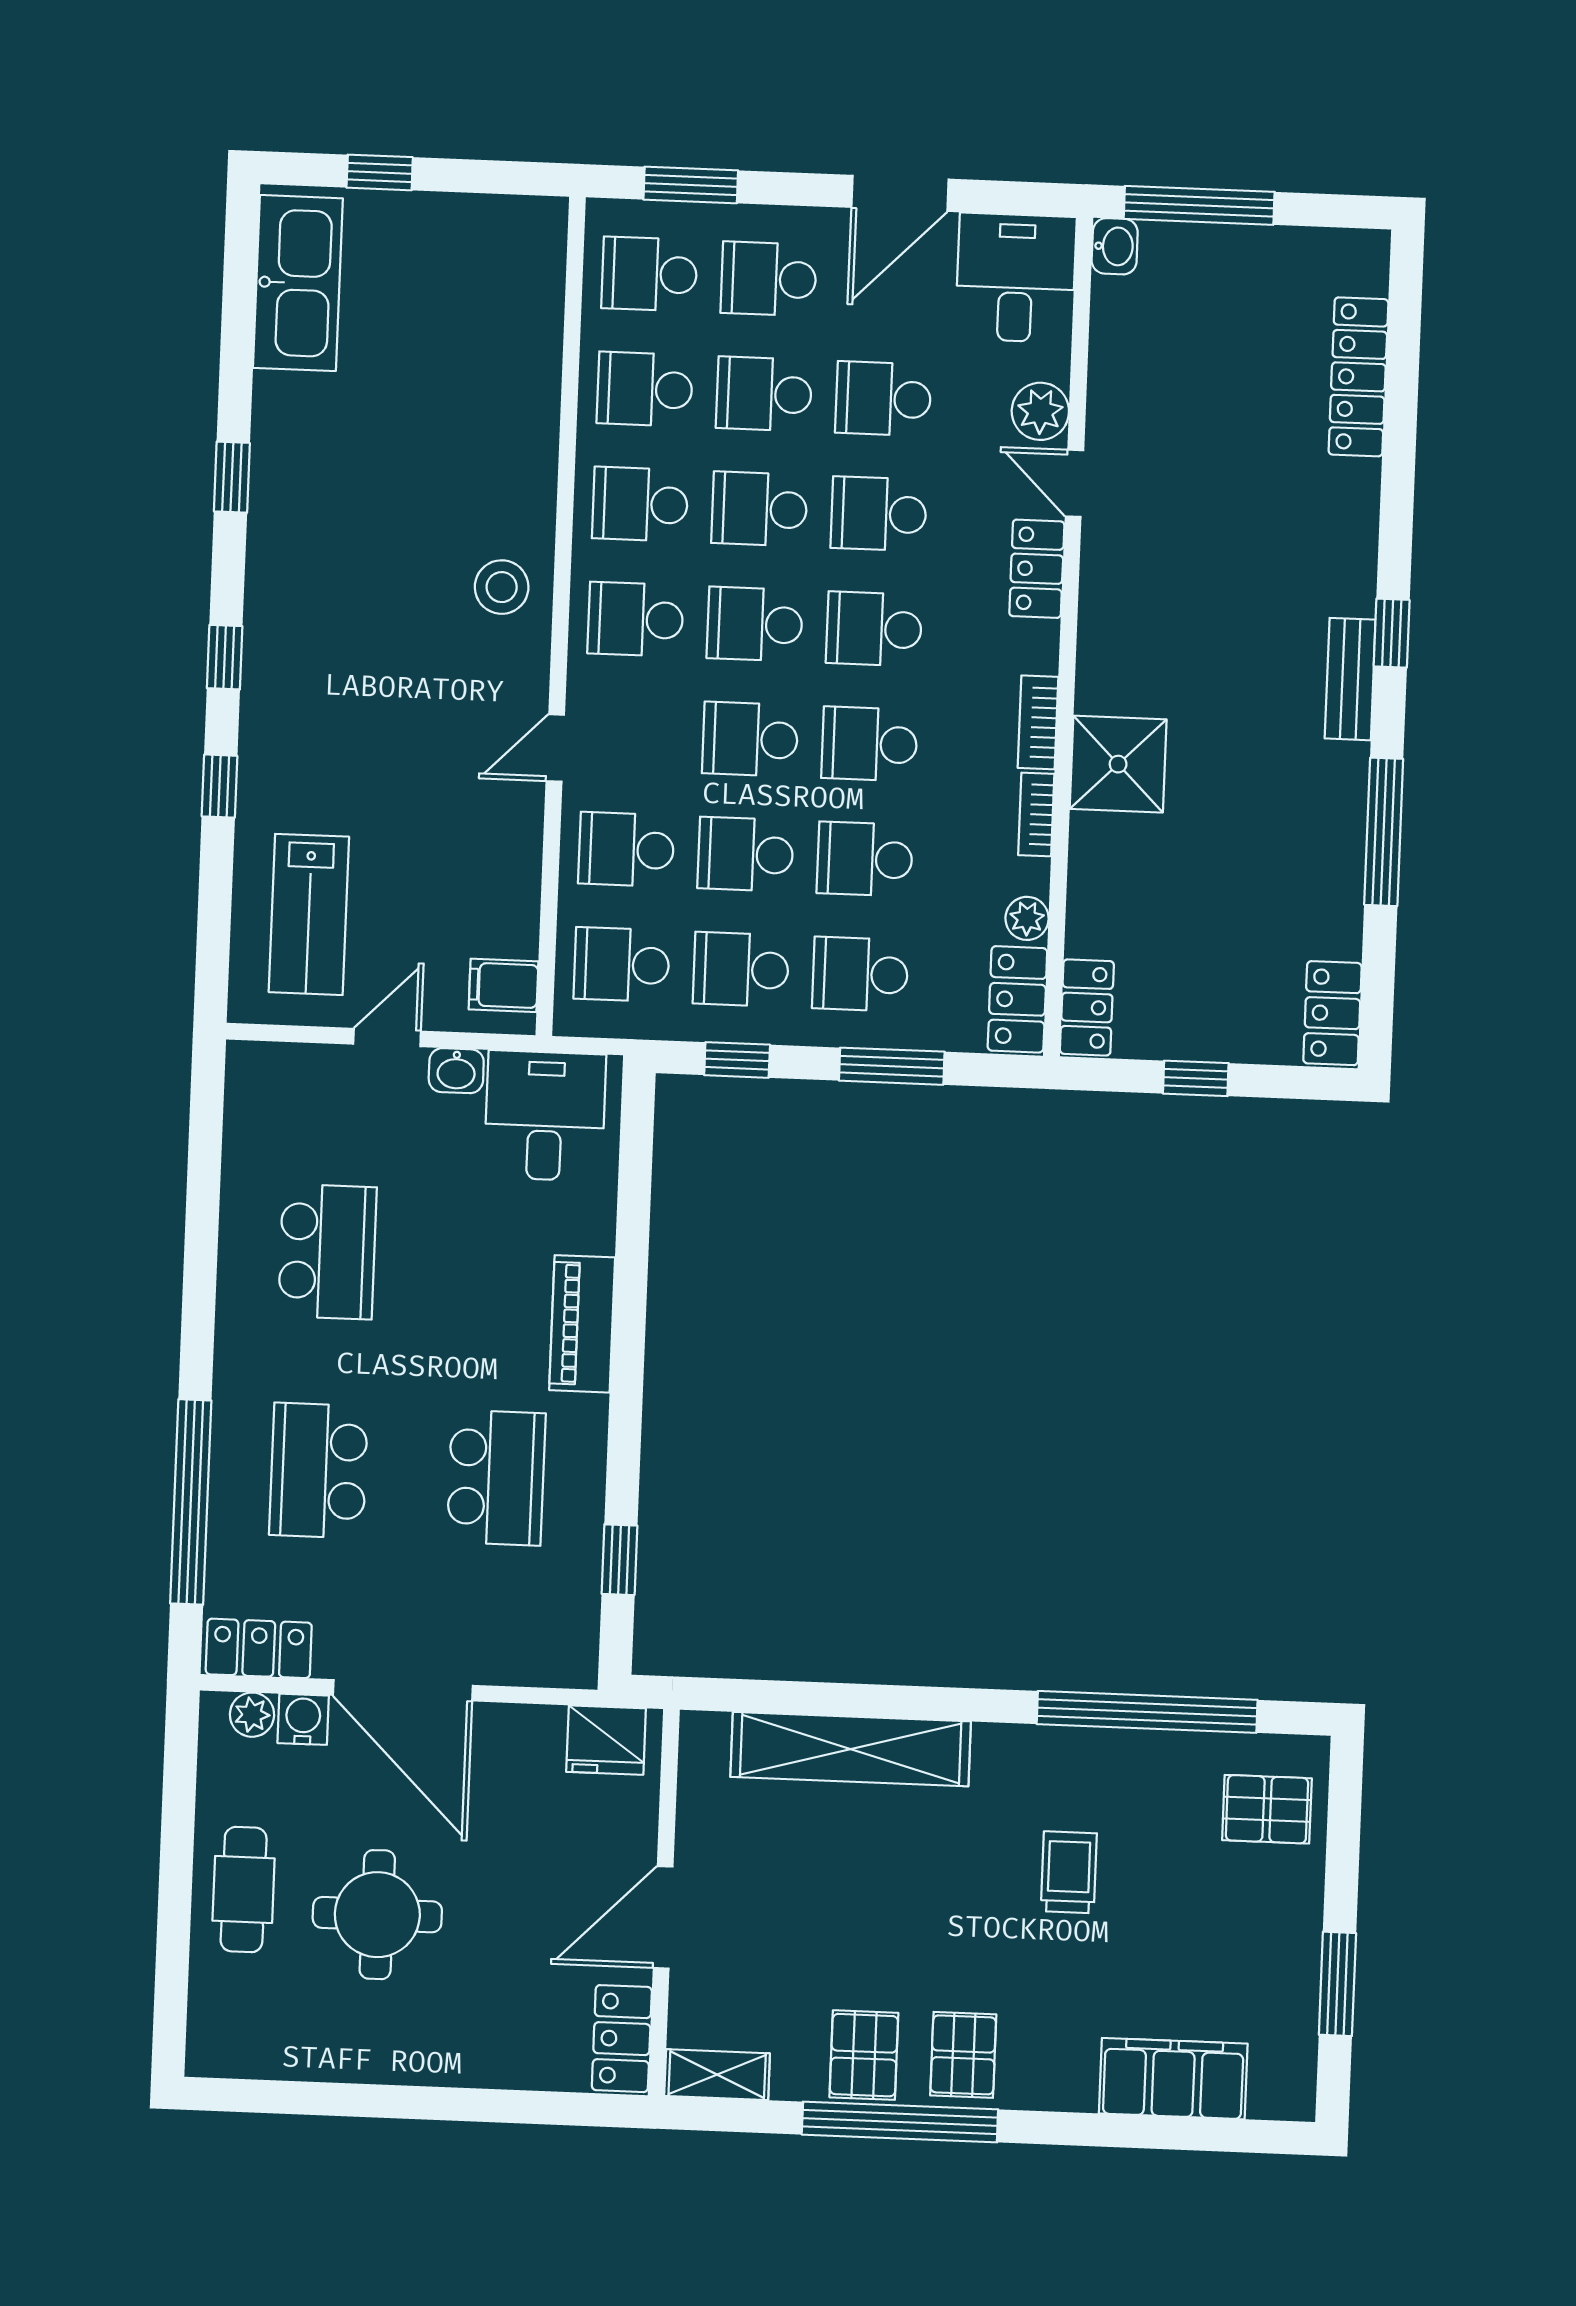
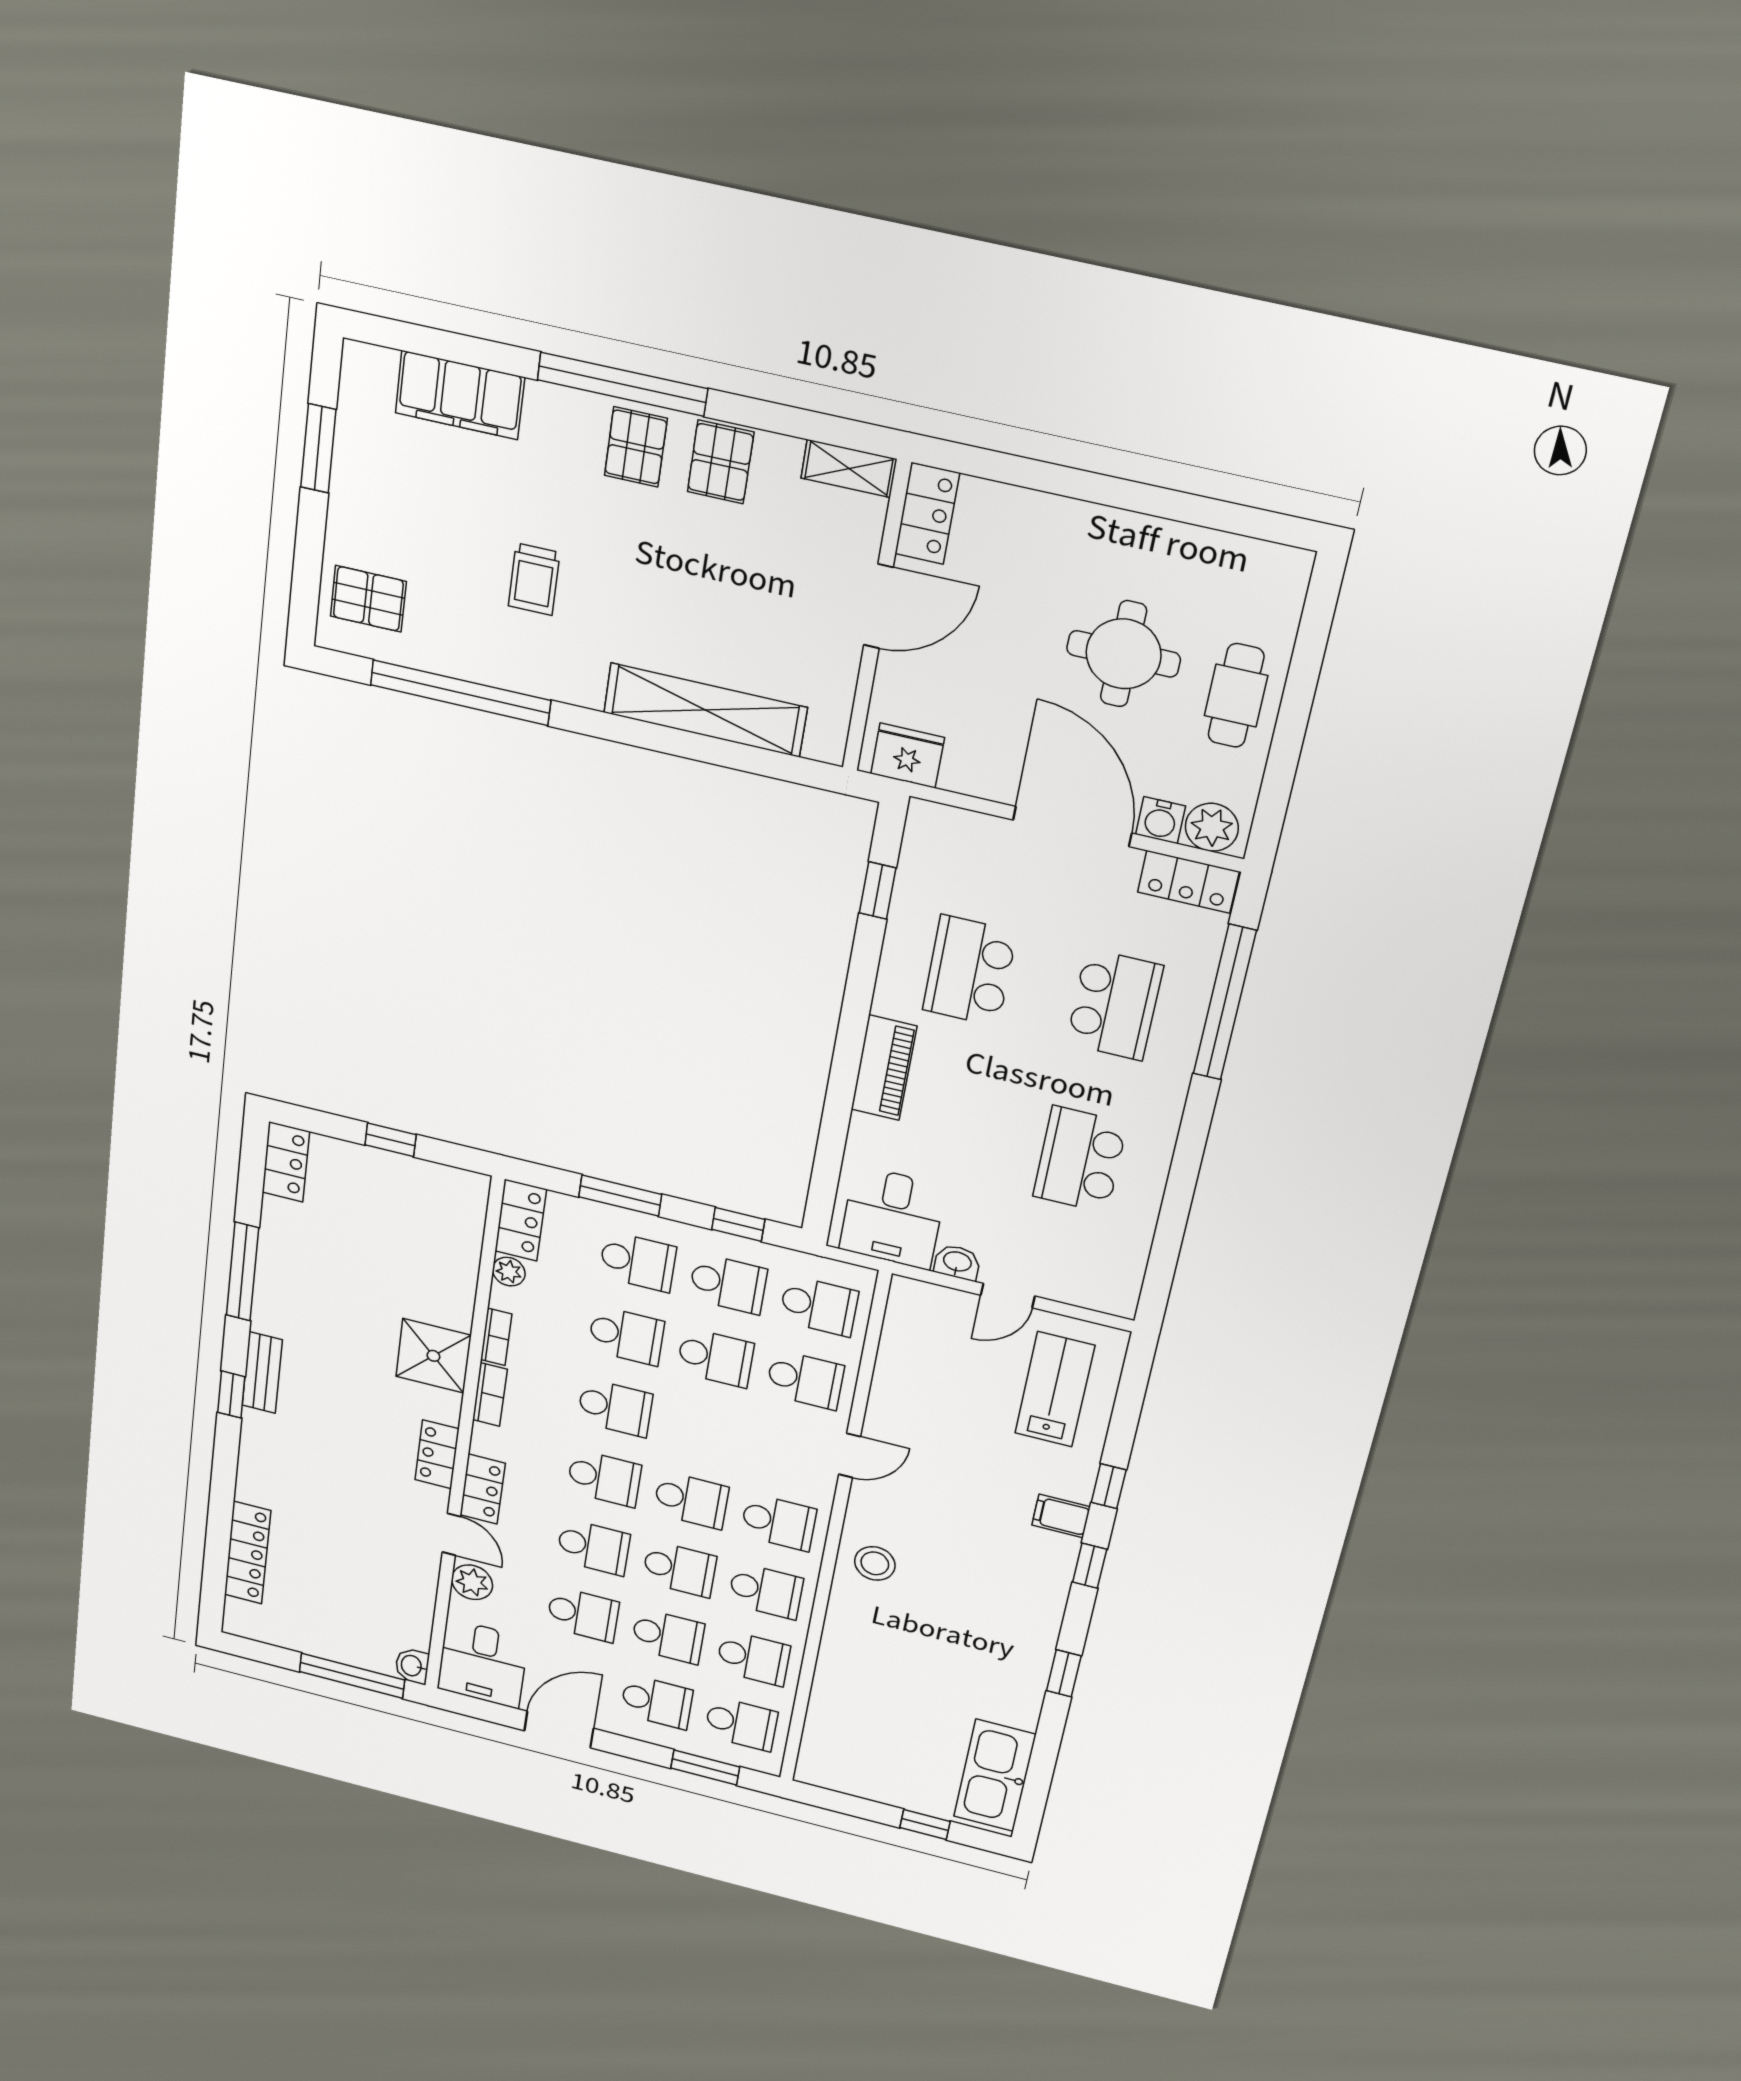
school desk: (750, 739) -> (703, 1430), removed
filing cabinet: (504, 985) -> (1061, 1516), moved, turned 180
locker: (1087, 1007) -> (437, 1454), moved
plant: (252, 1715) -> (1212, 827), width x1.38, depth x1.38
window: (900, 2122) -> (622, 384), moved

